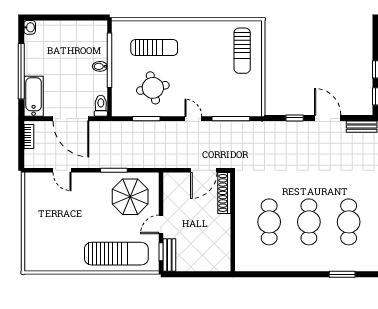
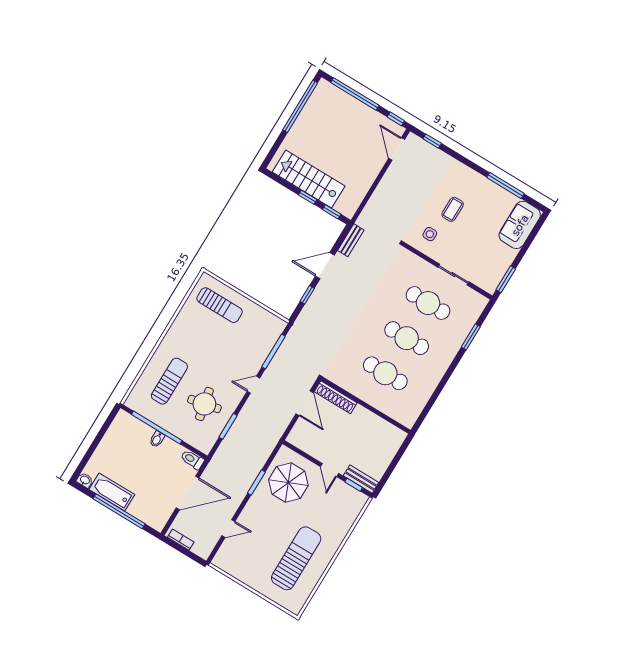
bathtub: (34, 96) -> (112, 492), moved
sun lounger: (116, 254) -> (296, 558), moved

